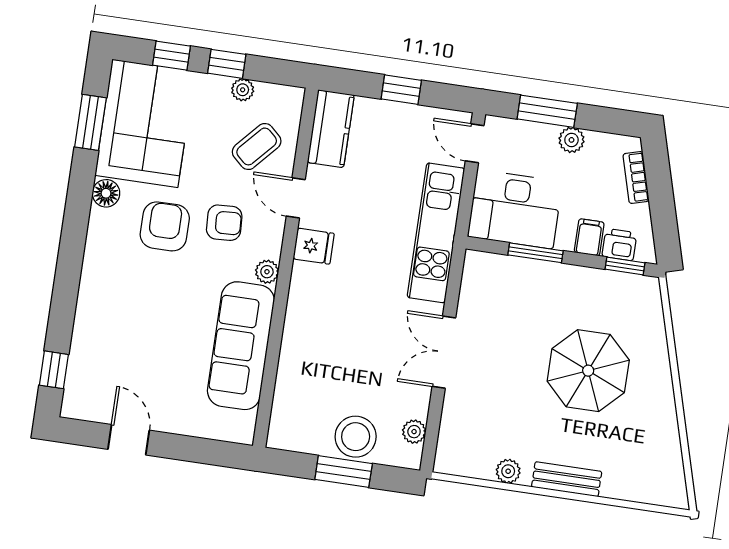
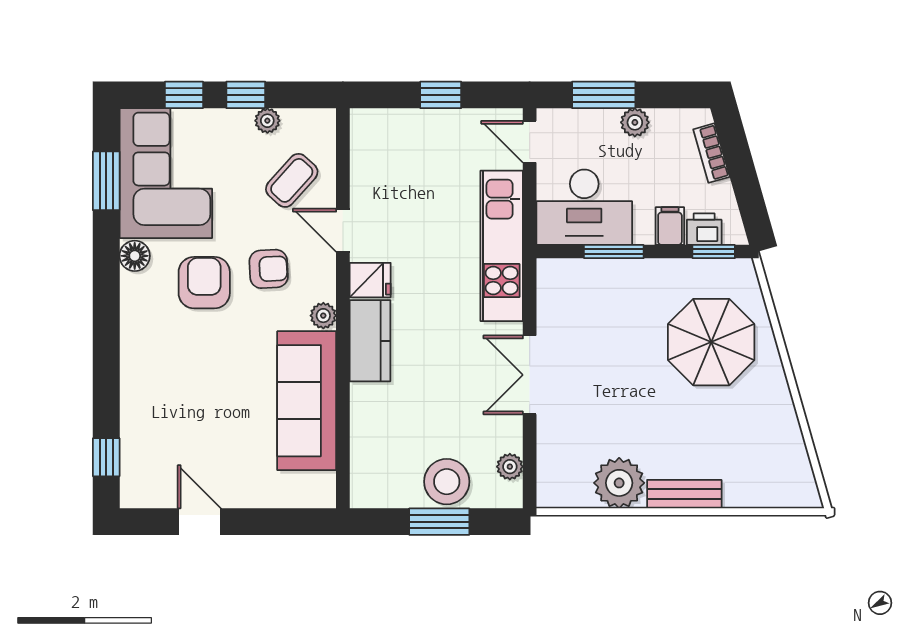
kitchen counter: (331, 129) -> (370, 341), moved
parasol: (588, 371) -> (711, 342), moved
plant: (508, 471) -> (619, 483), width x1.87, depth x1.87

